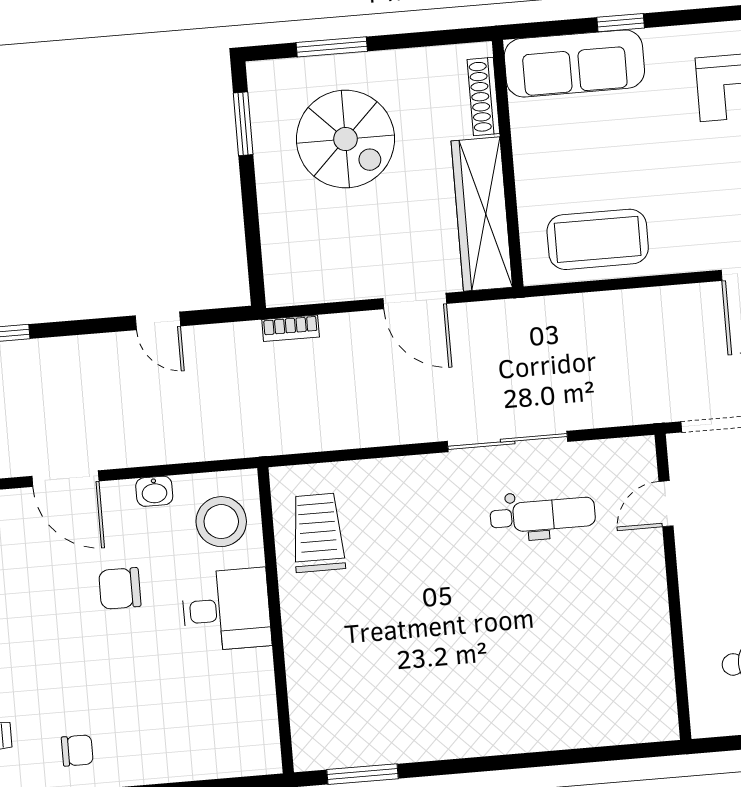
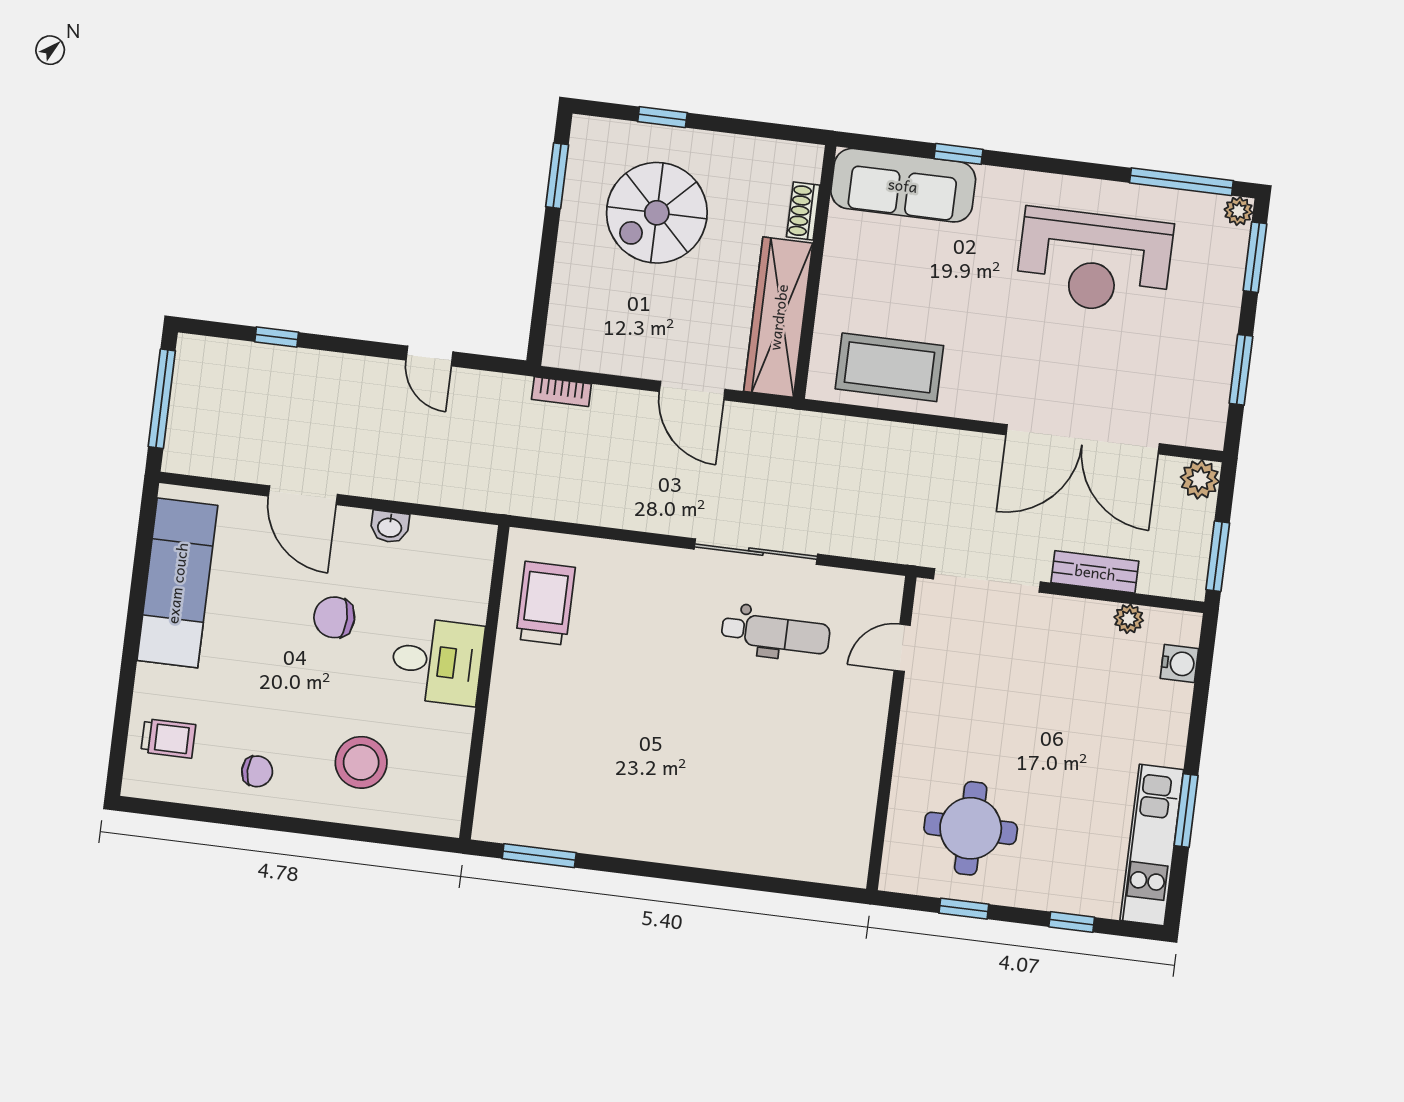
window: (332, 47) -> (662, 117), width x0.67
shoe rack: (483, 96) -> (803, 211), width x0.70
spiral stairs: (345, 139) -> (657, 213), turned 90
stool: (221, 522) -> (361, 762), moved

